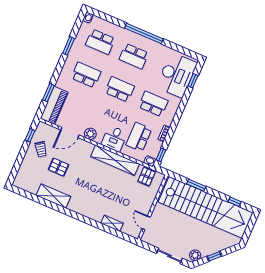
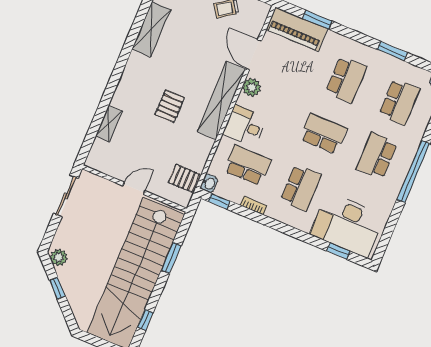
school desk: (100, 42) -> (399, 102), turned 180
school desk: (120, 89) -> (323, 134), turned -90
shelving: (115, 160) -> (221, 100), moved
pallet: (58, 167) -> (170, 106), moved
door: (146, 223) -> (134, 188), moved
sliding door: (169, 256) -> (66, 196), moved

